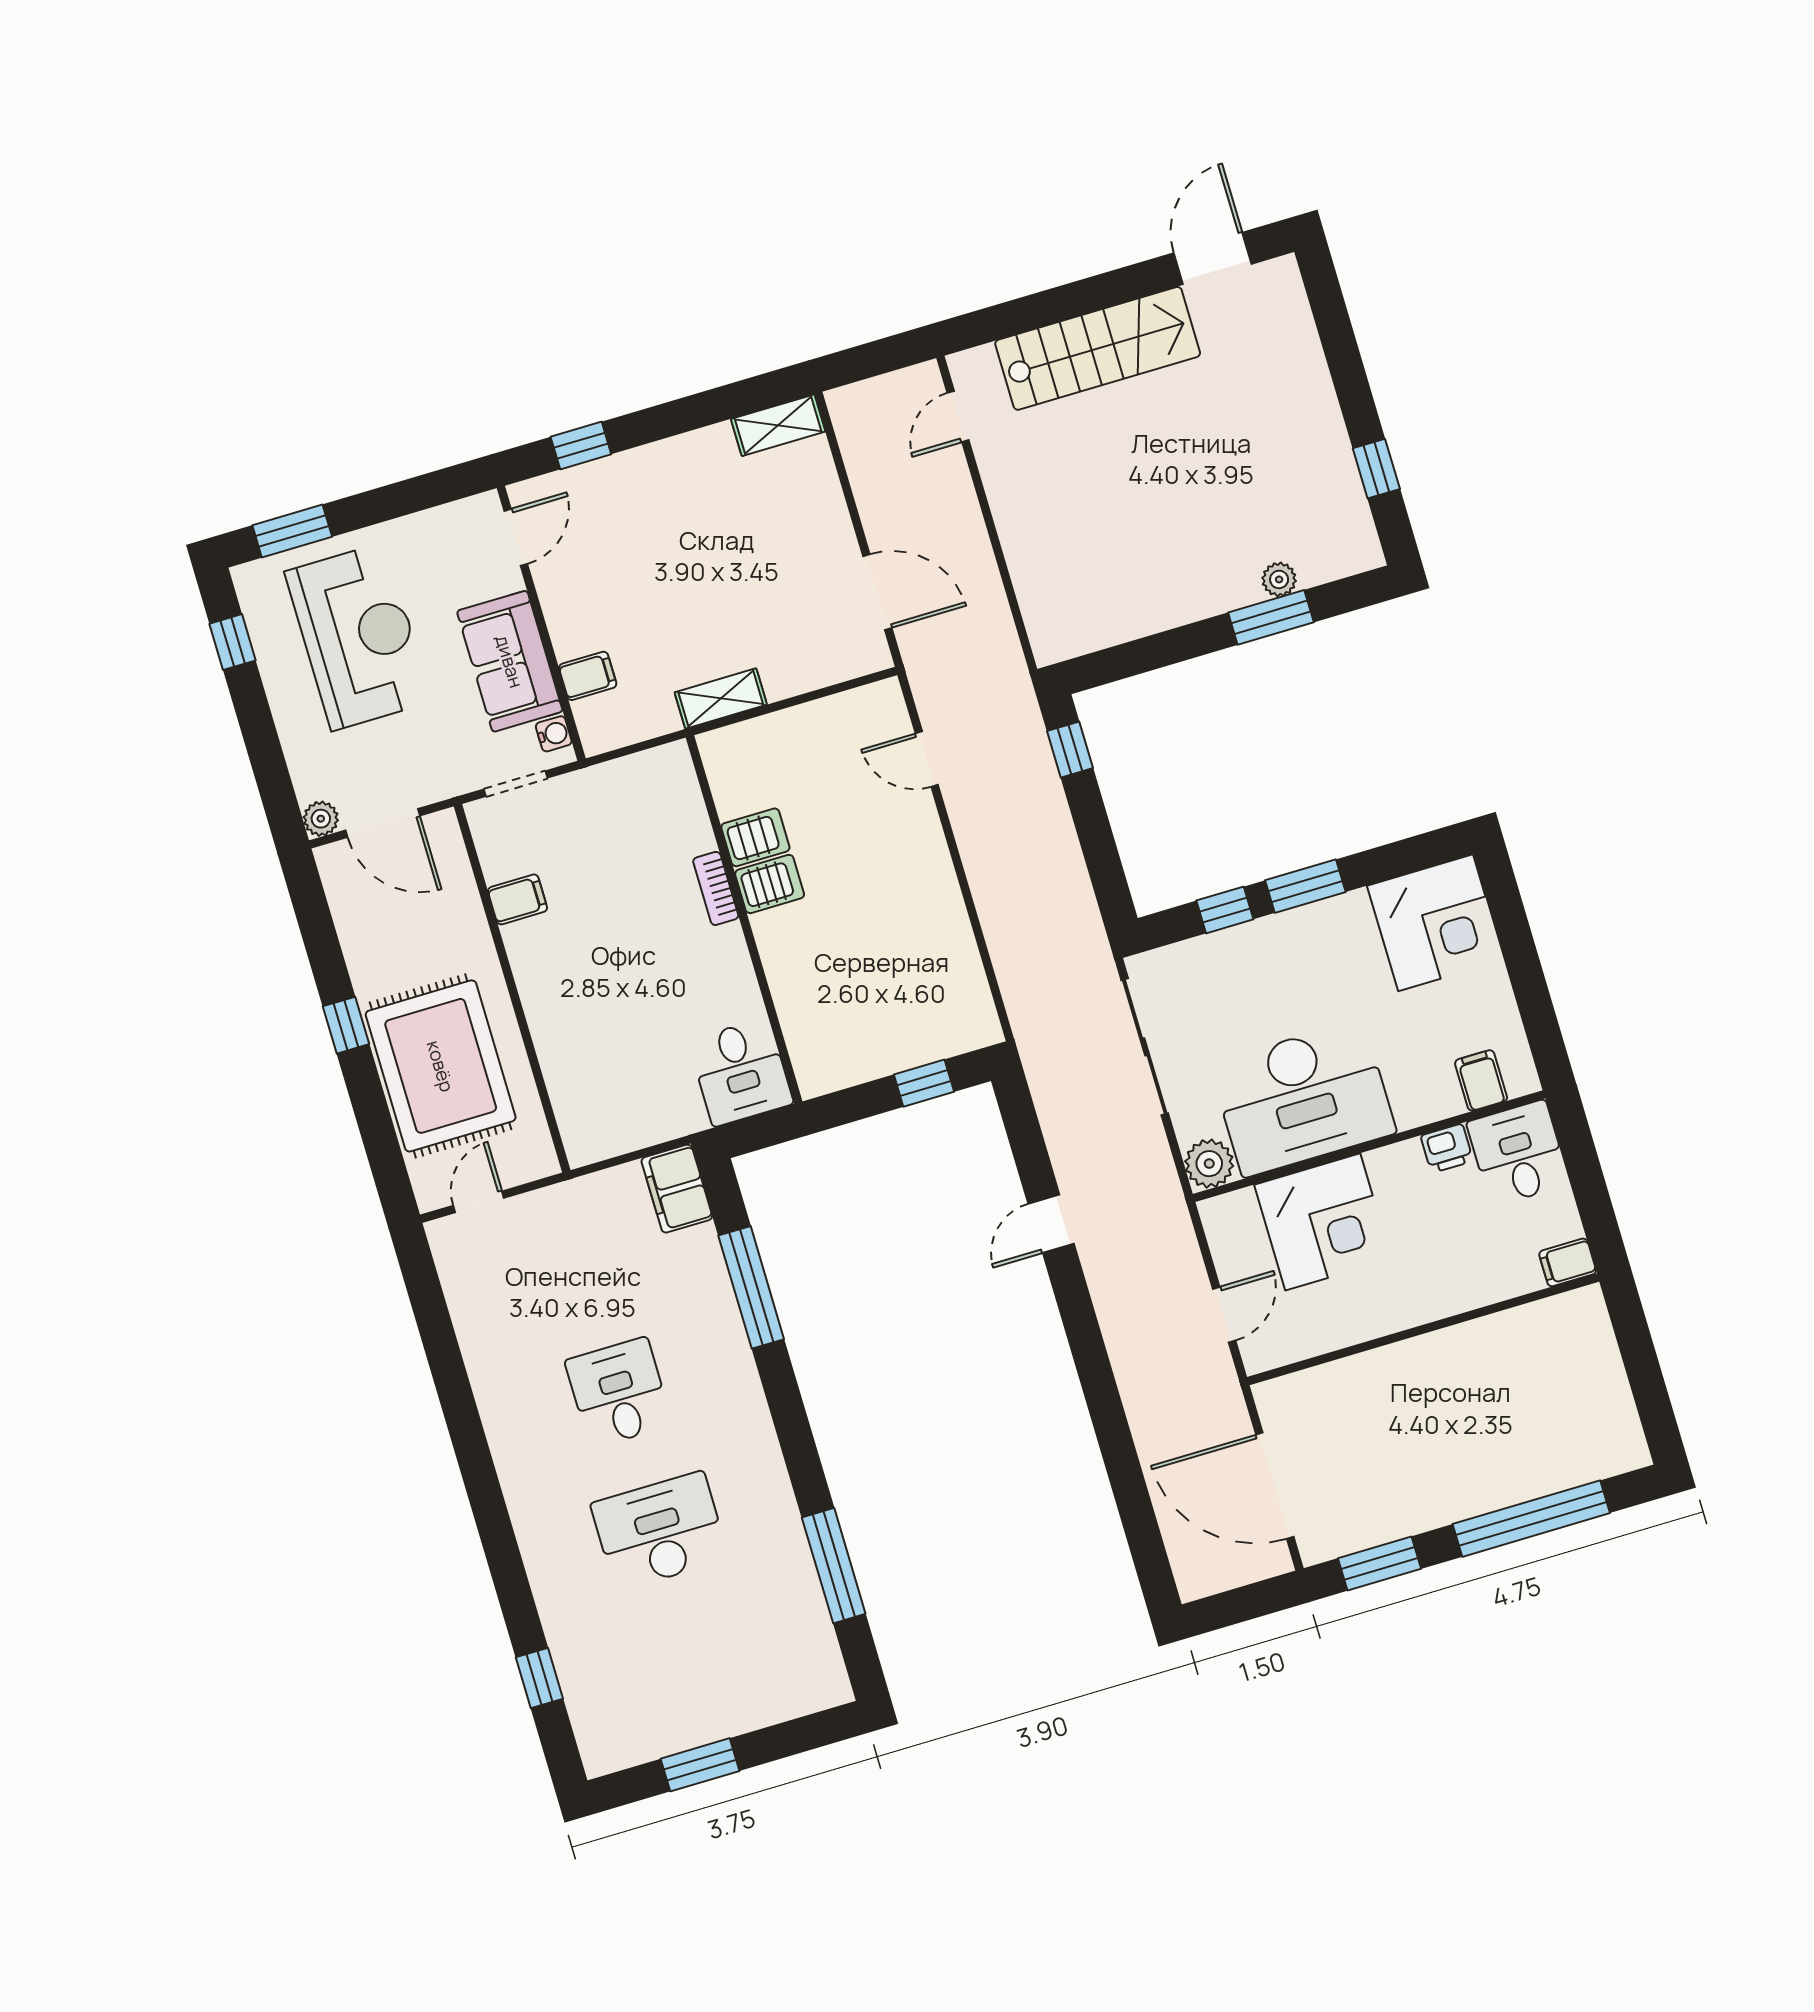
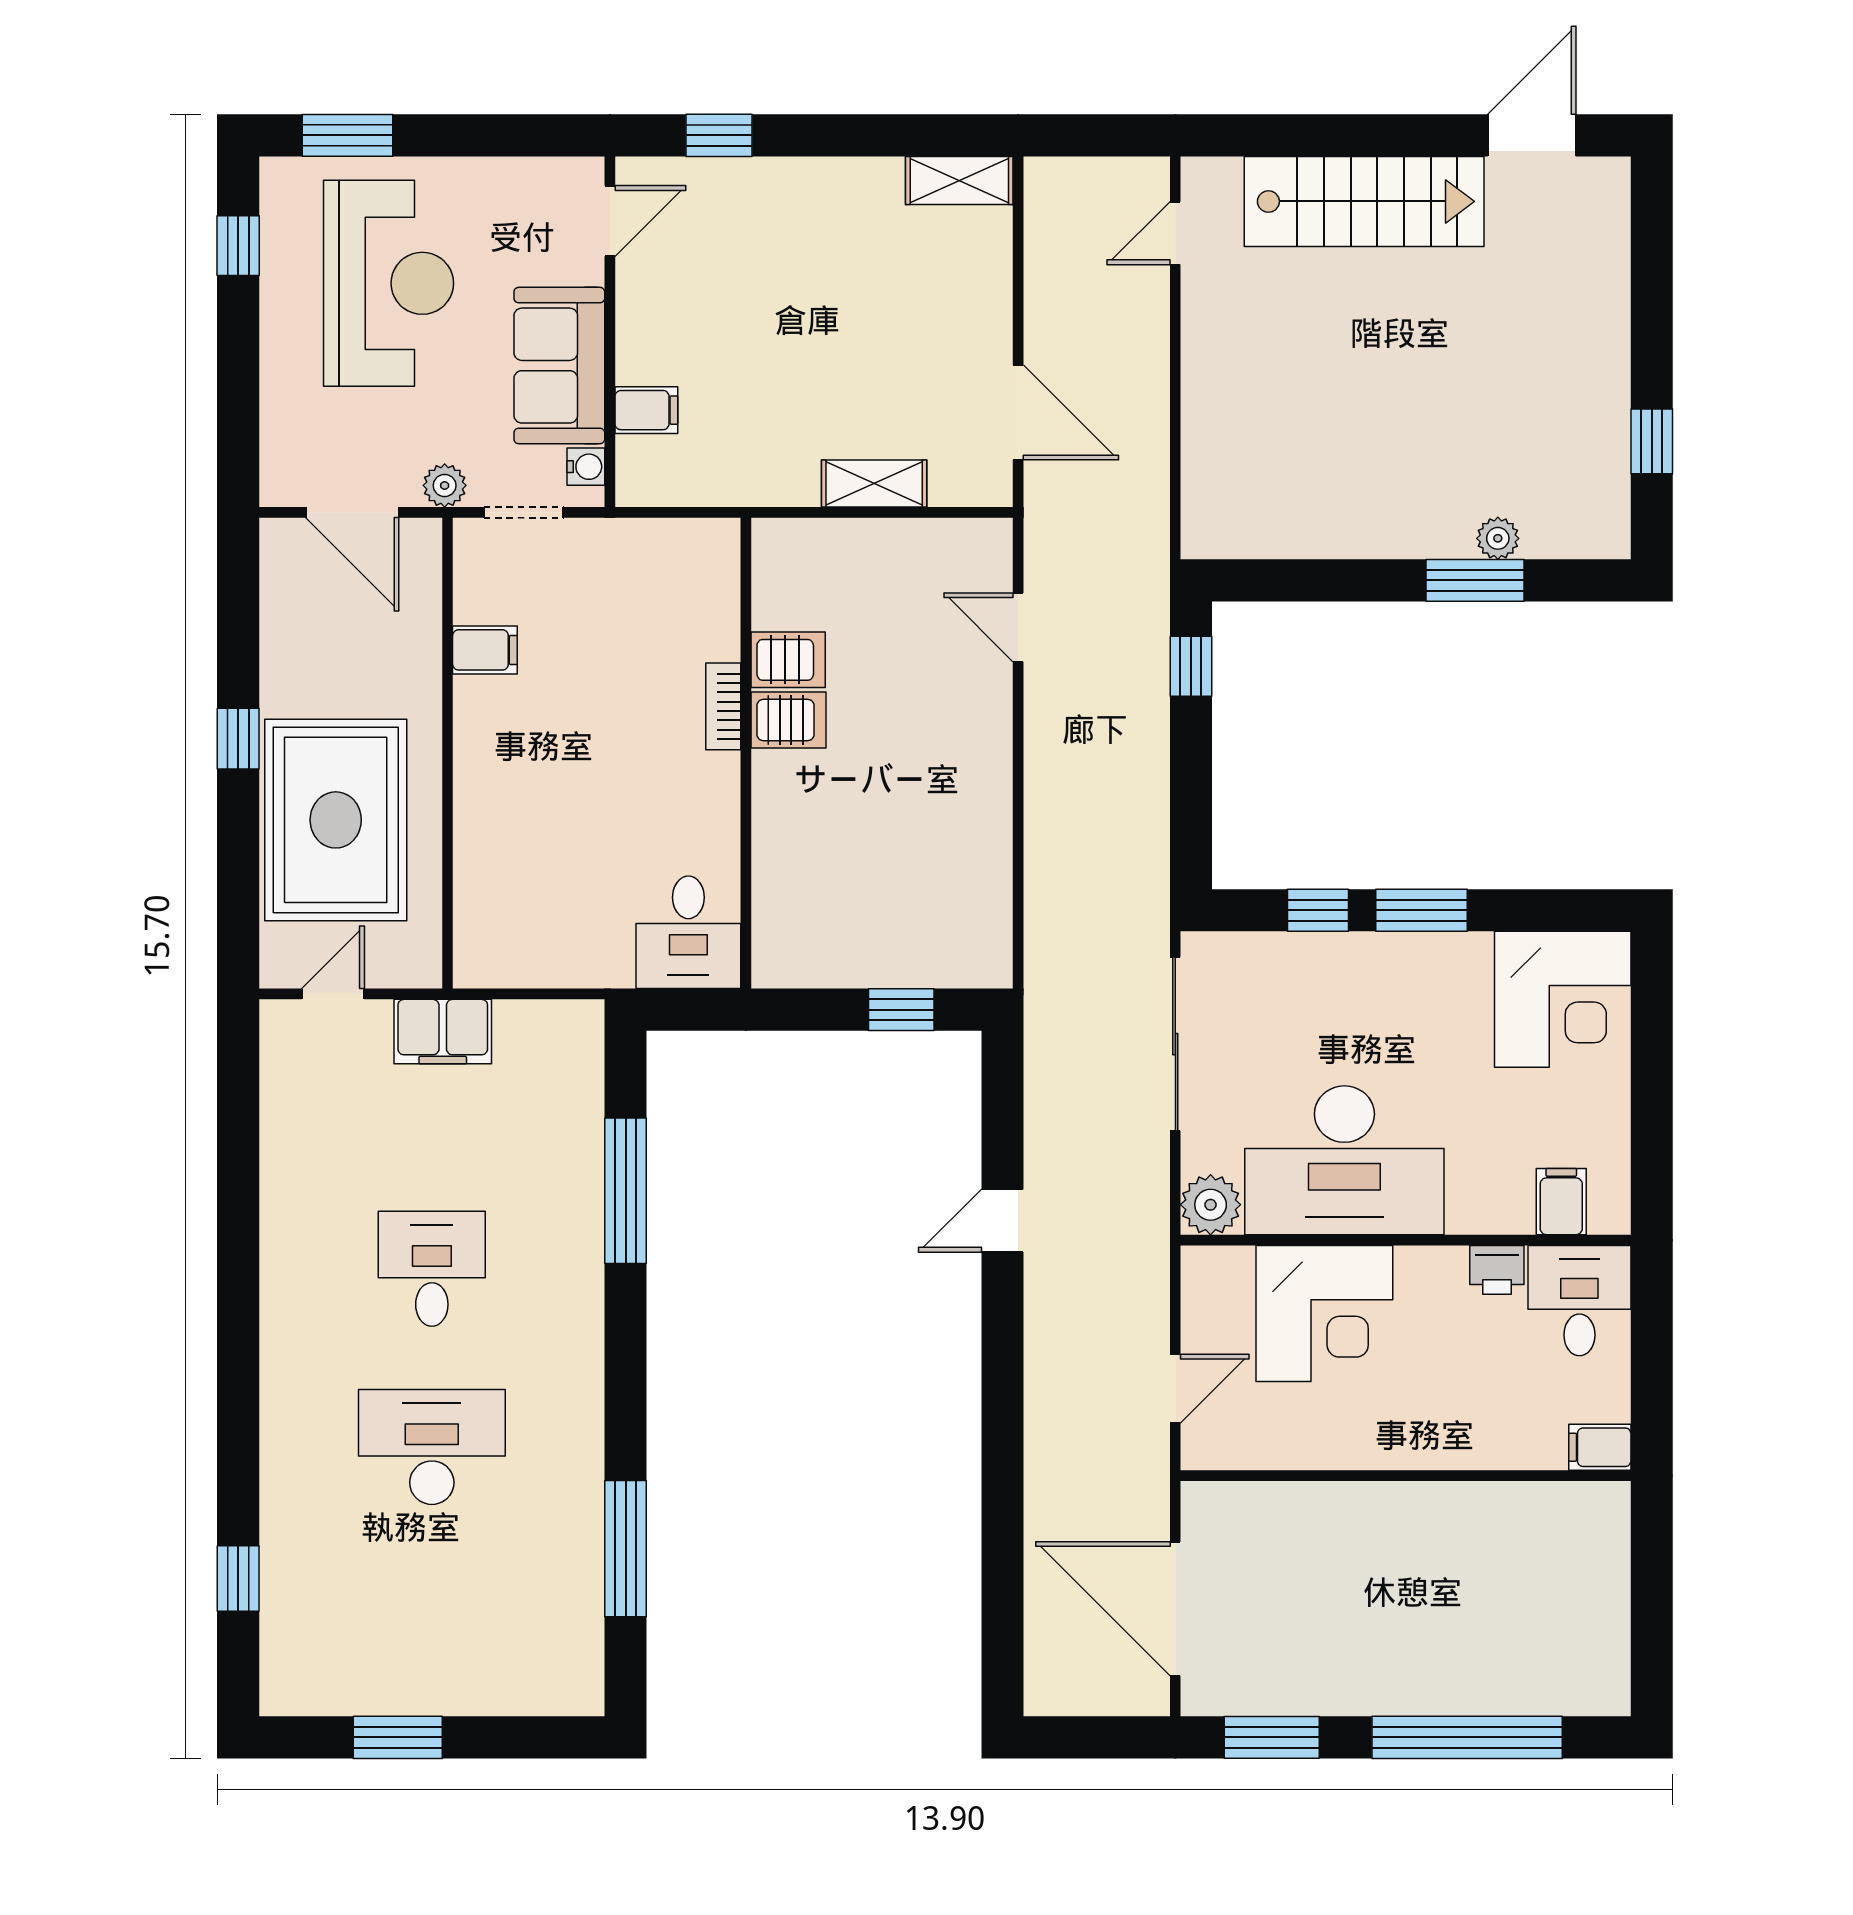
shelving: (721, 698) -> (874, 483), moved
plant: (321, 819) -> (445, 485), moved
filing cabinet: (677, 1189) -> (443, 1032), moved, turned -90

